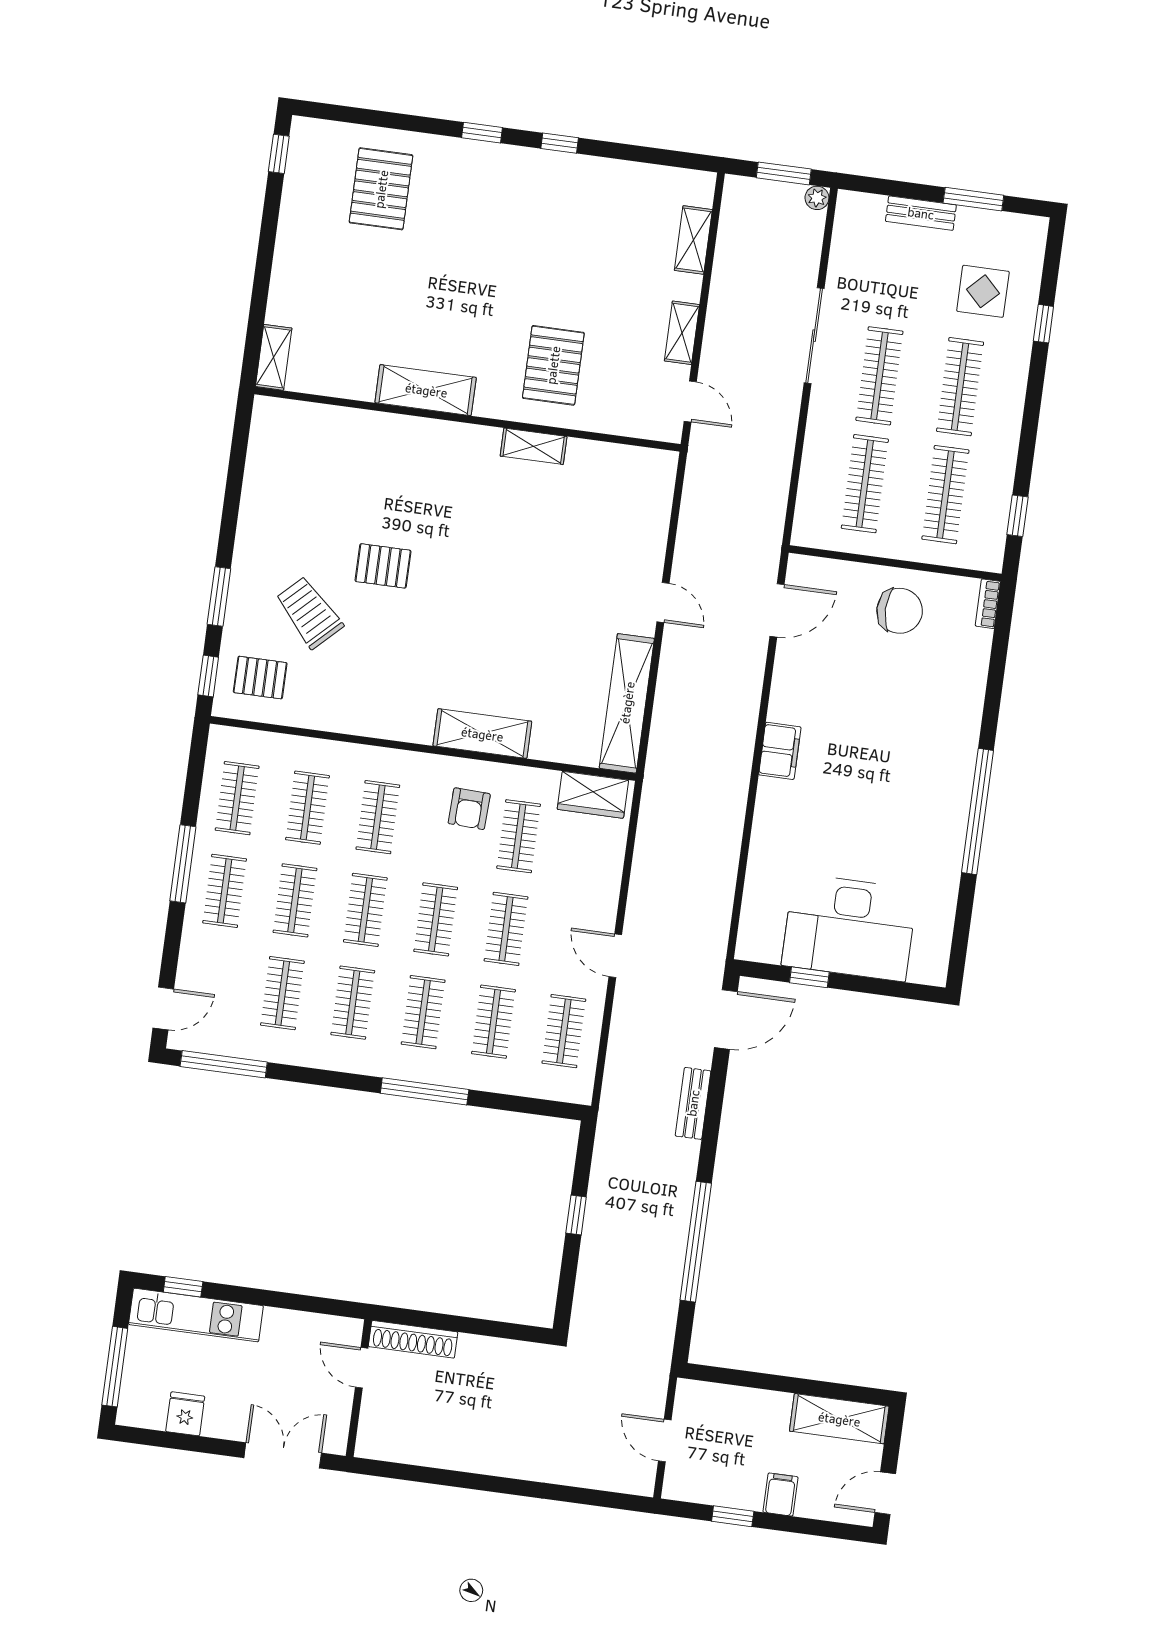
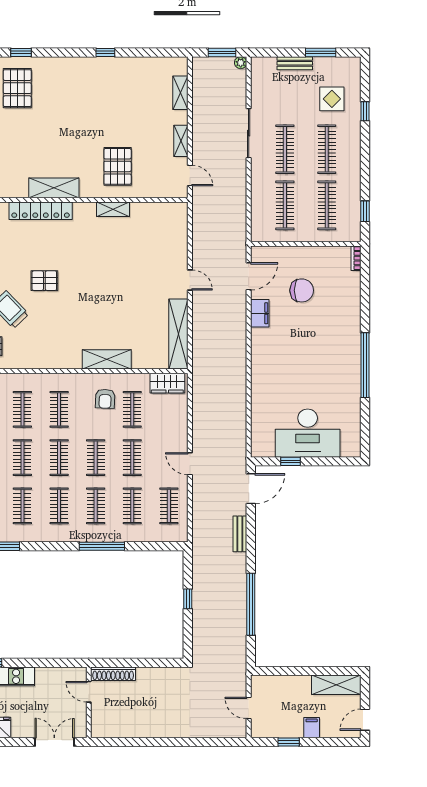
window: (482, 133) -> (21, 52), moved
locker: (394, 430) -> (41, 211), added
chair: (900, 611) -> (302, 290), moved
filing cabinet: (780, 751) -> (260, 313), moved

